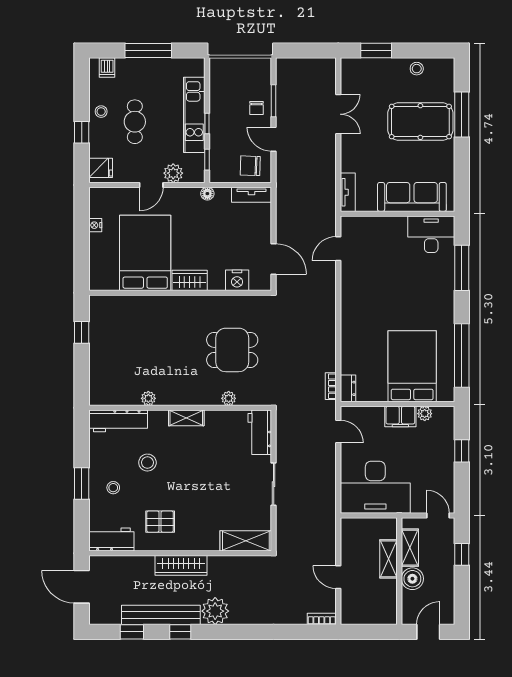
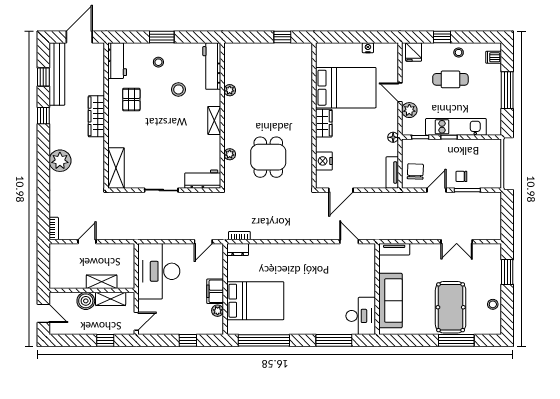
plant: (215, 611) -> (60, 161), moved
bench: (161, 615) -> (57, 74), moved

